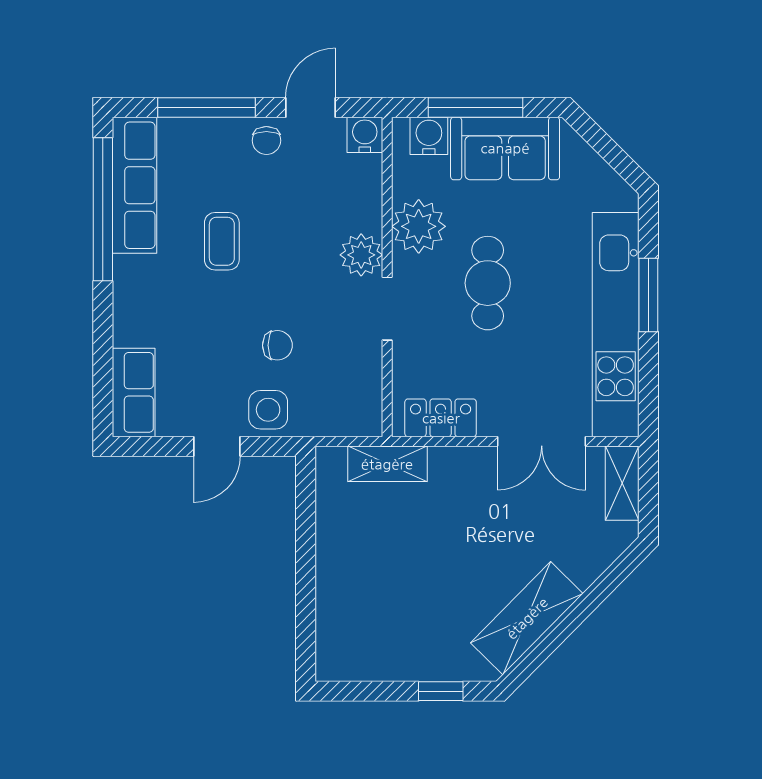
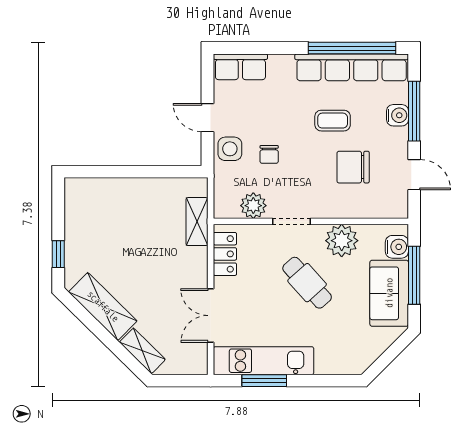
water cooler: (365, 135) -> (398, 115), moved
chair: (266, 141) -> (353, 167), moved, width x1.87, depth x1.87
row of seats: (135, 185) -> (352, 67), width x1.36
plant: (361, 255) -> (253, 206), moved
cafe table: (488, 283) -> (307, 283), turned 48
window: (648, 295) -> (264, 381), moved
kitchen unit: (616, 325) -> (264, 361), width x0.73
shelving: (622, 483) -> (142, 351), moved, turned 45

